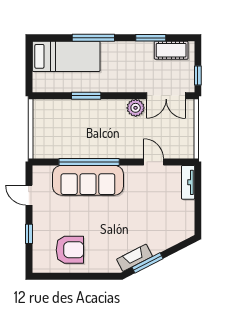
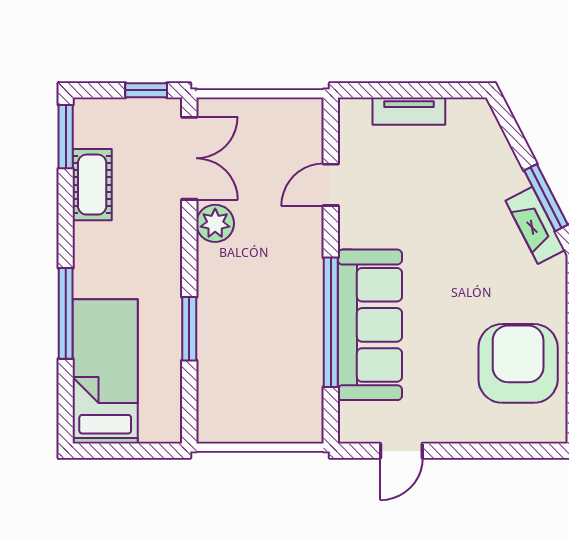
window: (151, 38) -> (66, 137), moved
cot: (171, 50) -> (92, 185), moved
tv unit: (188, 182) -> (409, 111), moved
window: (29, 234) -> (484, 451), removed
armchair: (70, 250) -> (518, 363), width x1.36, depth x1.36

